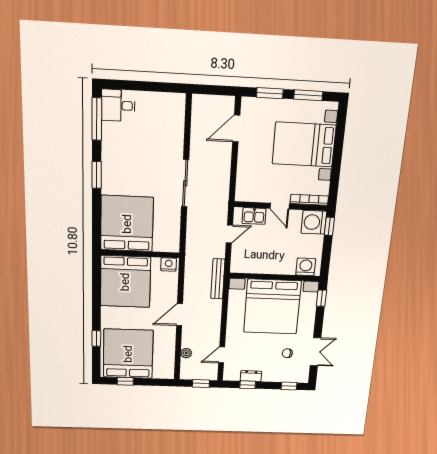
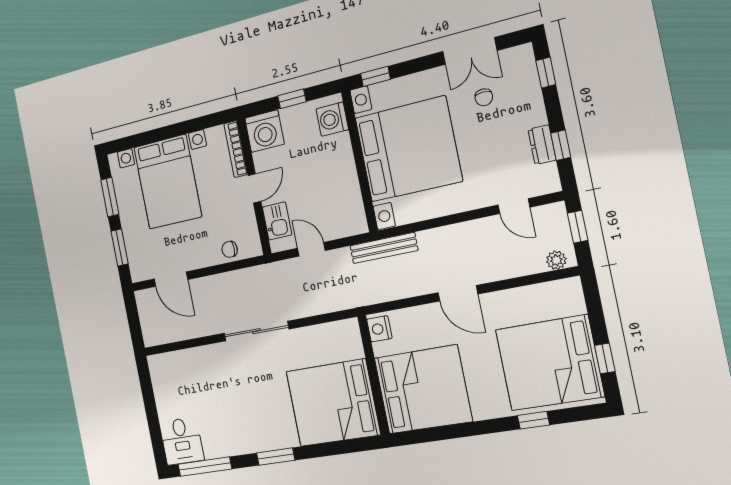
chair: (245, 178) -> (230, 249), added
window: (329, 226) -> (292, 99), moved
double door: (316, 352) -> (470, 51), swing flipped
plant: (186, 353) -> (556, 260), moved

